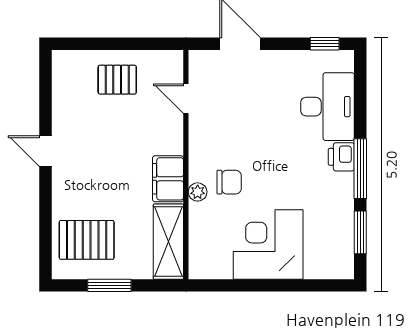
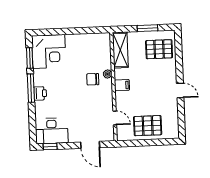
pallet: (117, 80) -> (148, 126), width x1.50, depth x1.42
desk: (327, 107) -> (52, 131), moved, turned -90
filing cabinet: (168, 179) -> (122, 85), width x0.50
corner desk: (268, 244) -> (49, 51), moved

